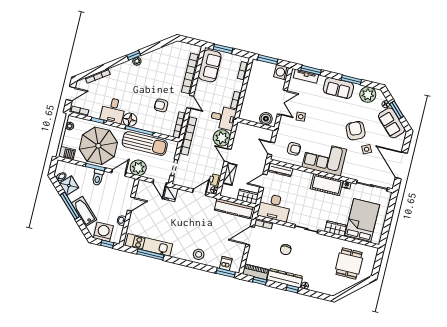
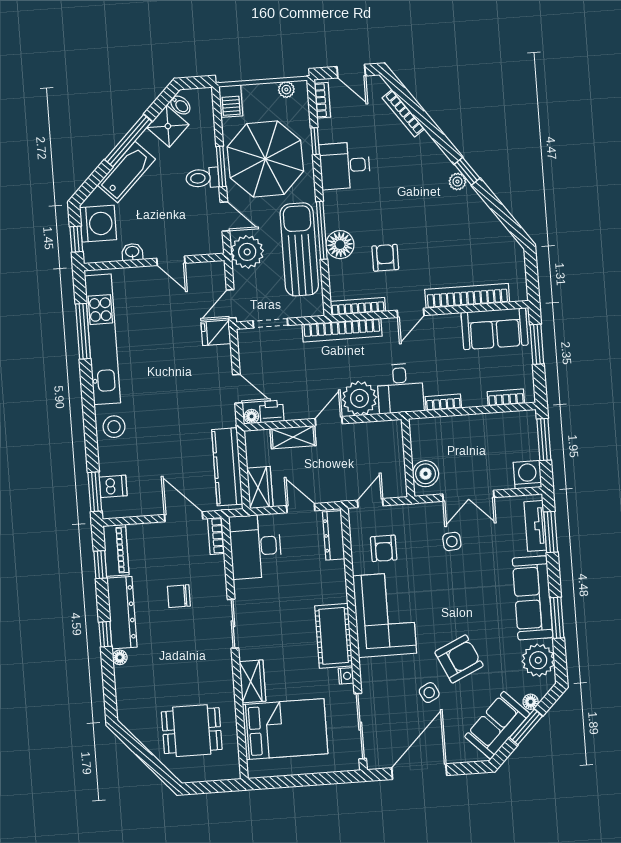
sofa: (338, 88) -> (533, 598), width x1.36
floor lamp: (130, 120) -> (340, 245), moved
sun lounger: (145, 144) -> (299, 249), turned 180
kitchen unit: (149, 245) -> (102, 339), width x1.36

